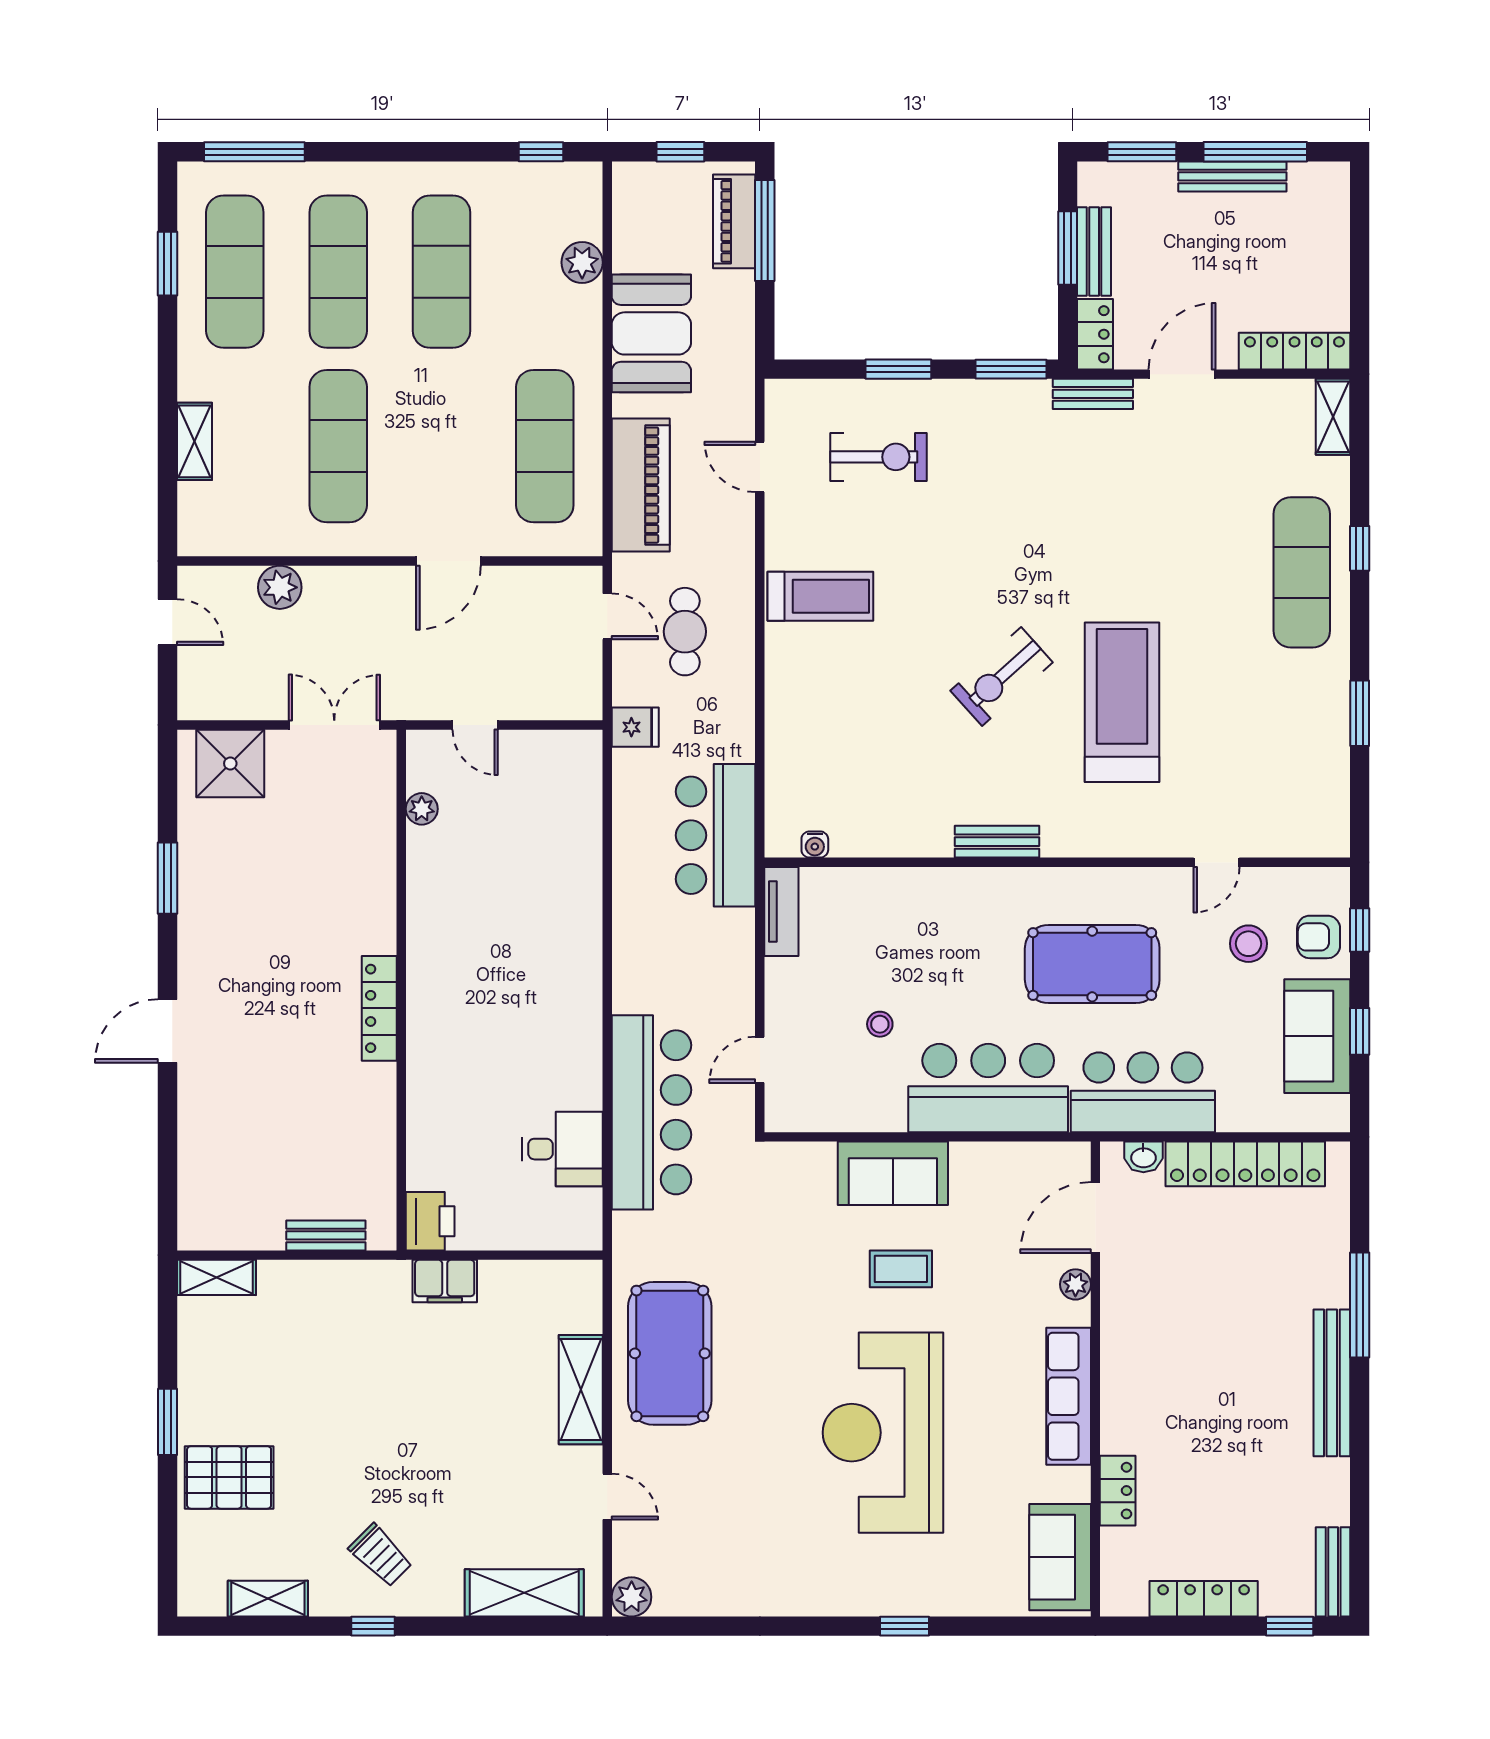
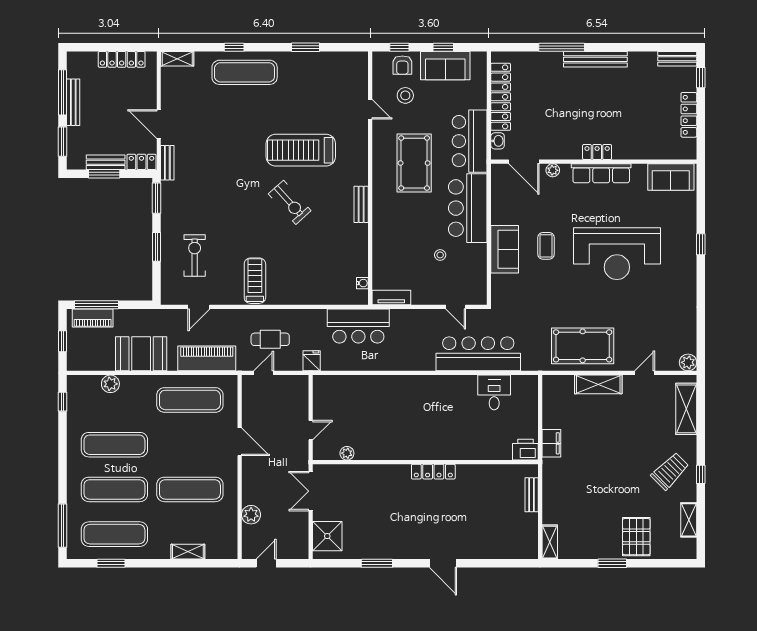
locker: (1294, 351) -> (122, 59), moved, turned -90
locker: (1118, 1491) -> (597, 152), moved
trolley: (381, 1555) -> (670, 471), width x1.36, depth x1.39

